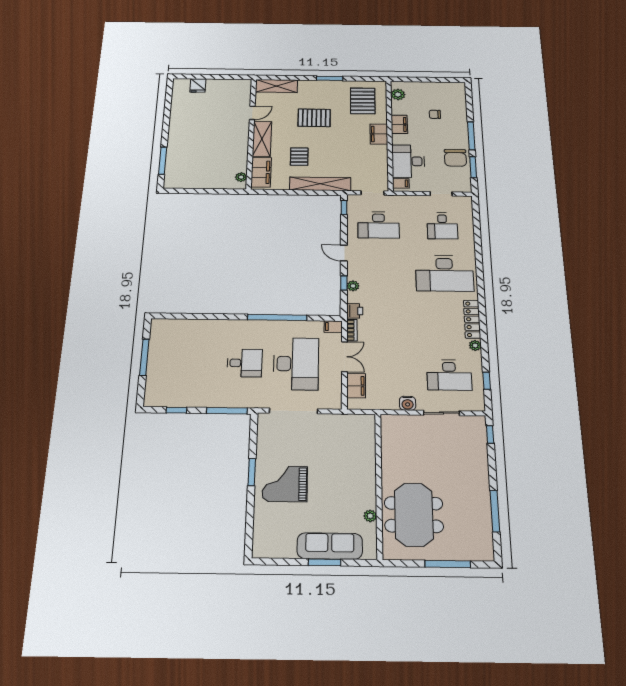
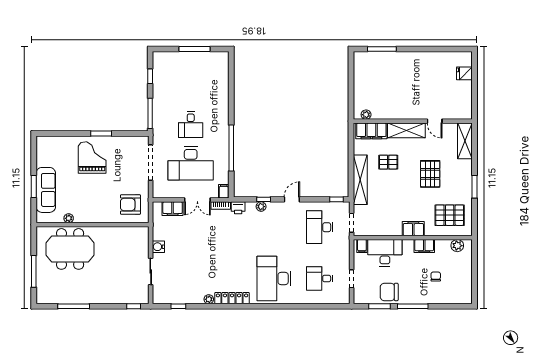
desk: (449, 375) -> (183, 278), removed
armchair: (351, 437) -> (130, 205), added

